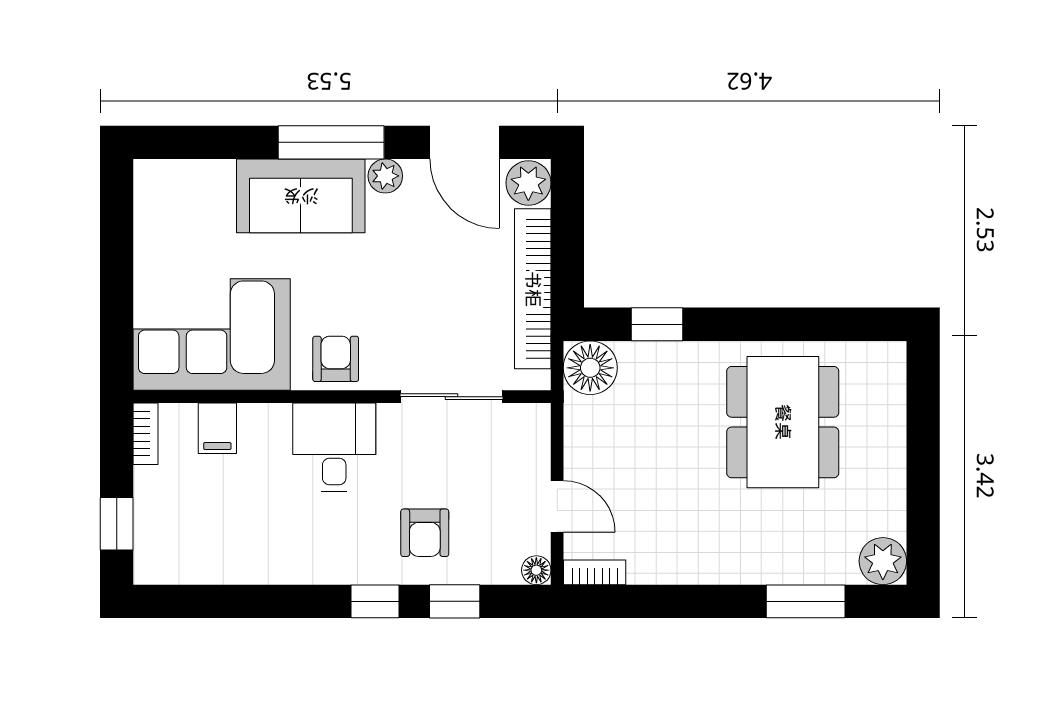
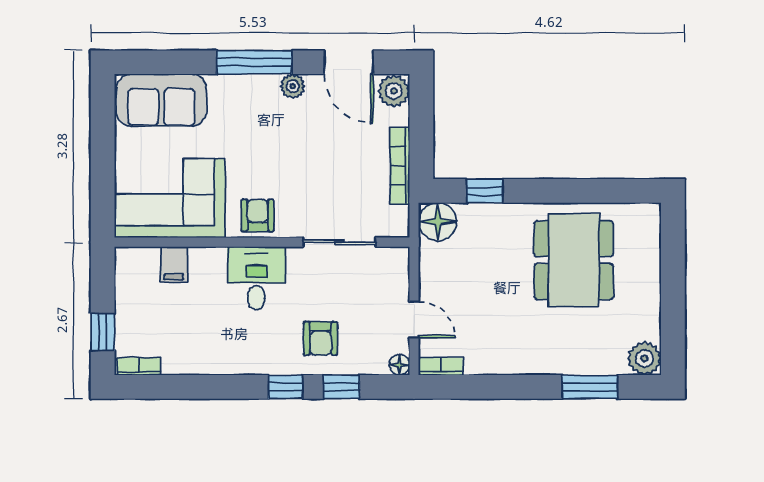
sofa: (301, 196) -> (161, 100), moved
bookcase: (533, 289) -> (400, 166), width x0.68, depth x0.76
bookcase: (146, 434) -> (139, 366), moved, turned -90

